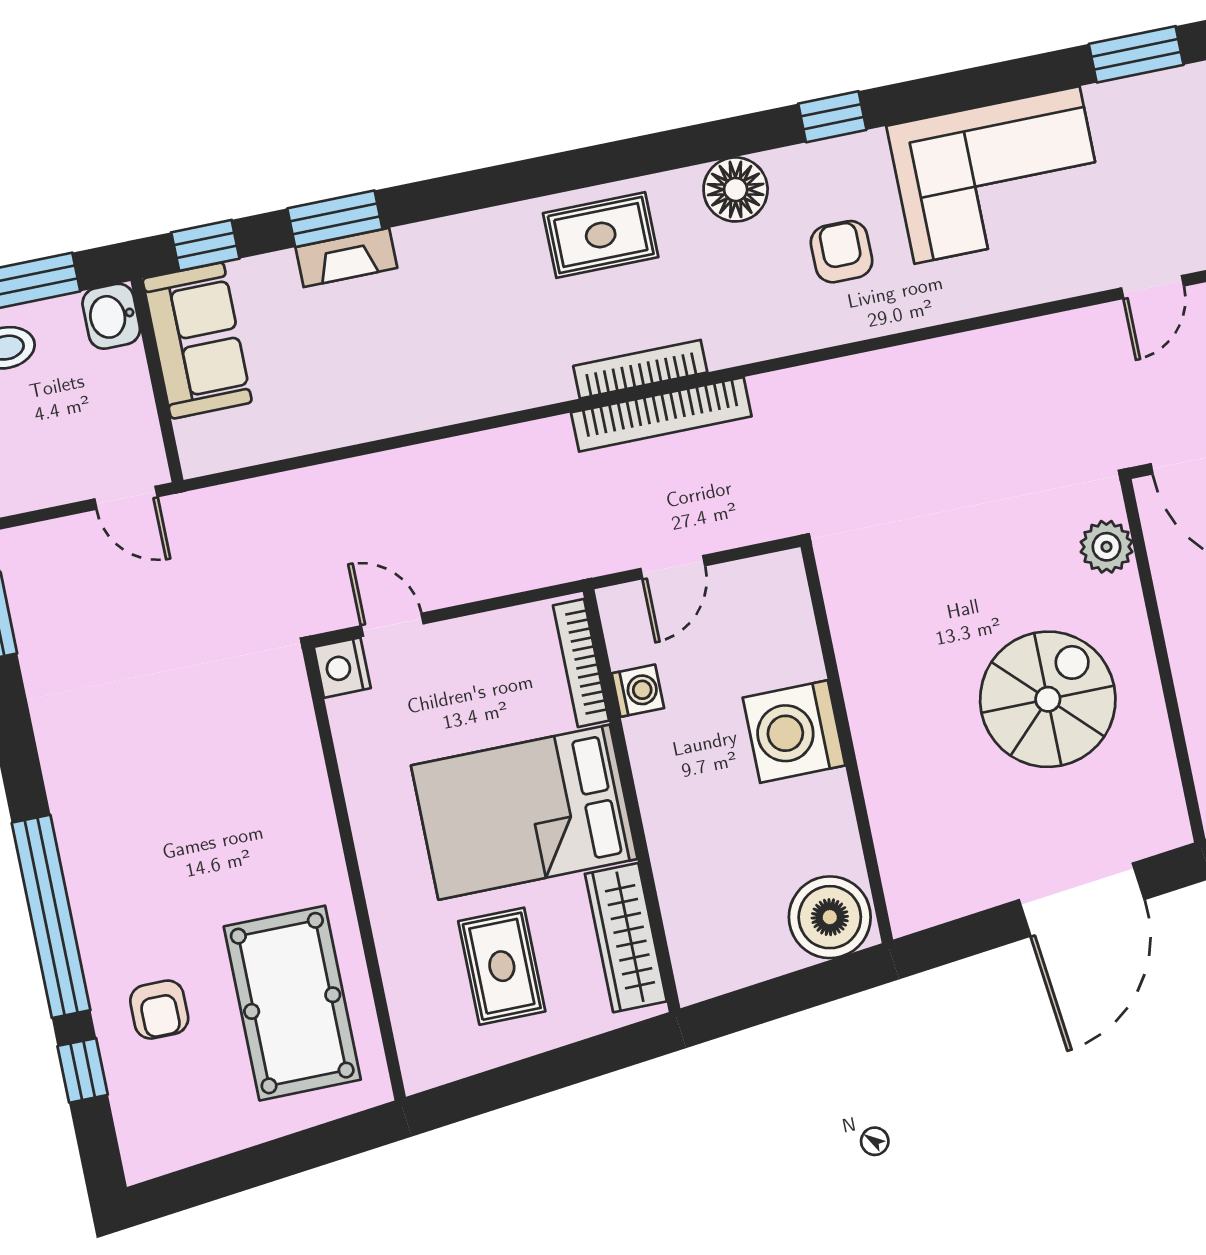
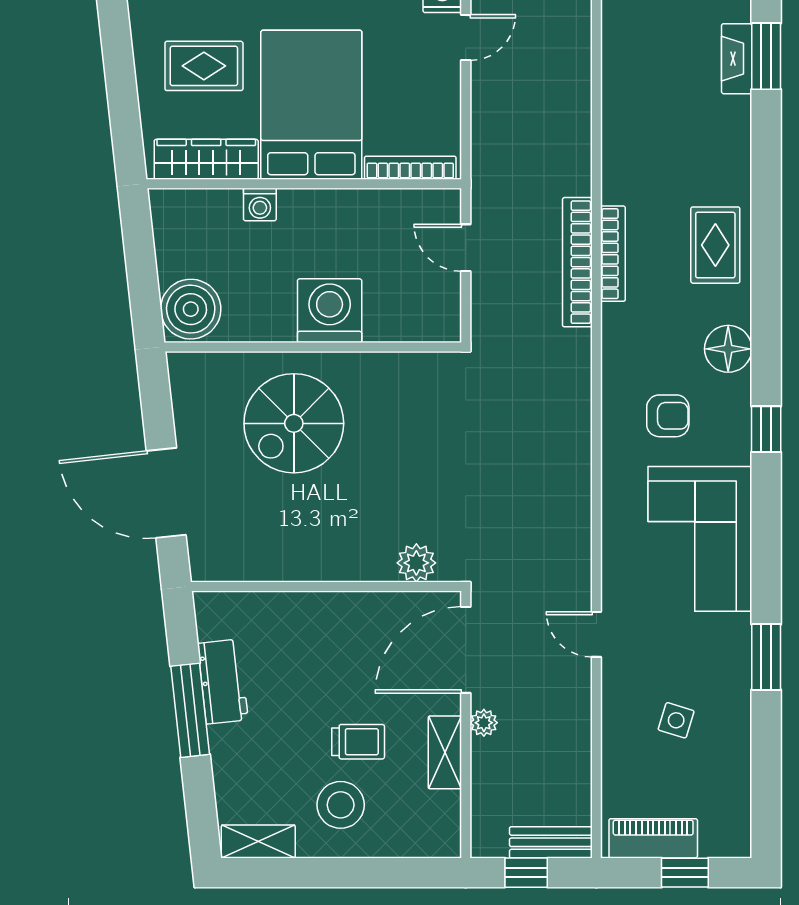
washing machine: (638, 691) -> (260, 204), moved
spiral stairs: (1048, 699) -> (294, 423), moved, turned 90

